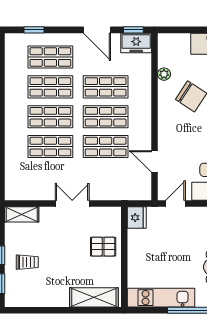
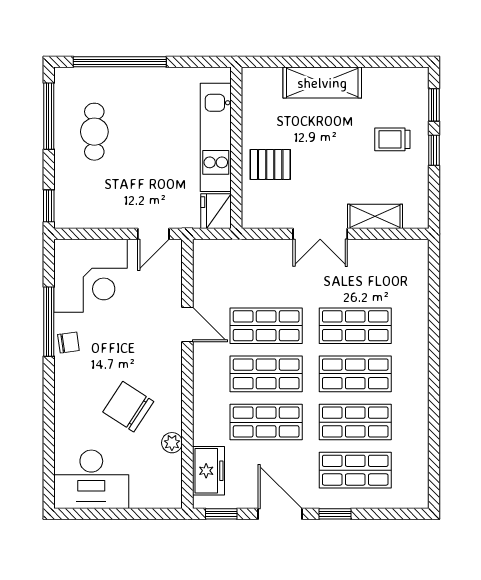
window: (34, 30) -> (335, 514), moved
freezer: (136, 43) -> (208, 471), moved, turned 90
door: (154, 161) -> (187, 325), moved
shelving: (22, 214) -> (375, 216), moved
shelving: (94, 297) -> (322, 83), moved
kitchen unit: (161, 298) -> (216, 137), moved, turned 90

